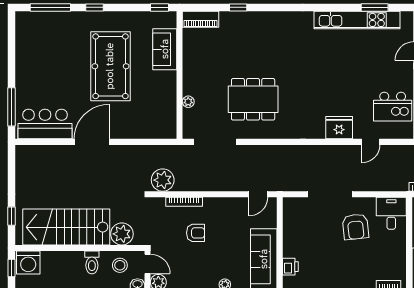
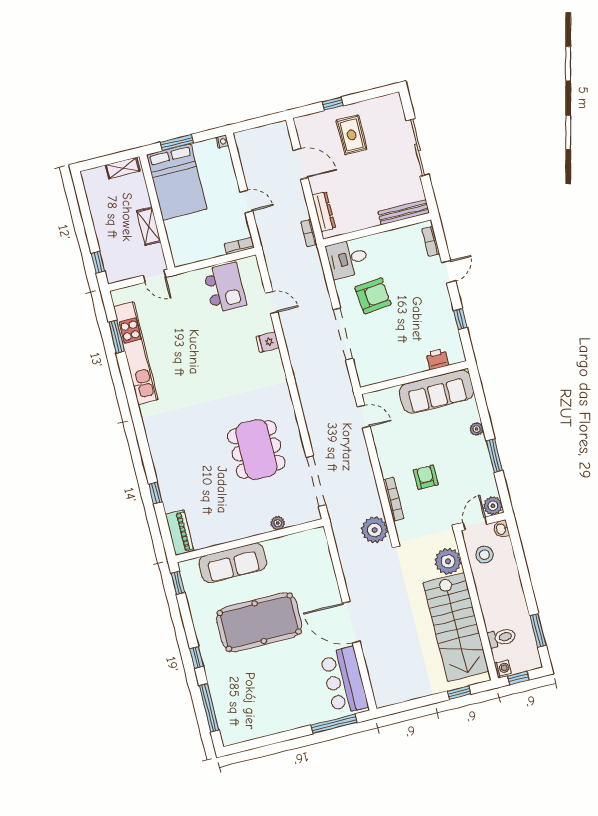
sofa: (165, 49) -> (233, 563), width x1.36
fridge: (339, 128) -> (268, 342), width x0.53, depth x0.75
toilet: (92, 262) -> (502, 638), moved
washing machine: (28, 263) -> (503, 668), width x0.53, depth x0.53

